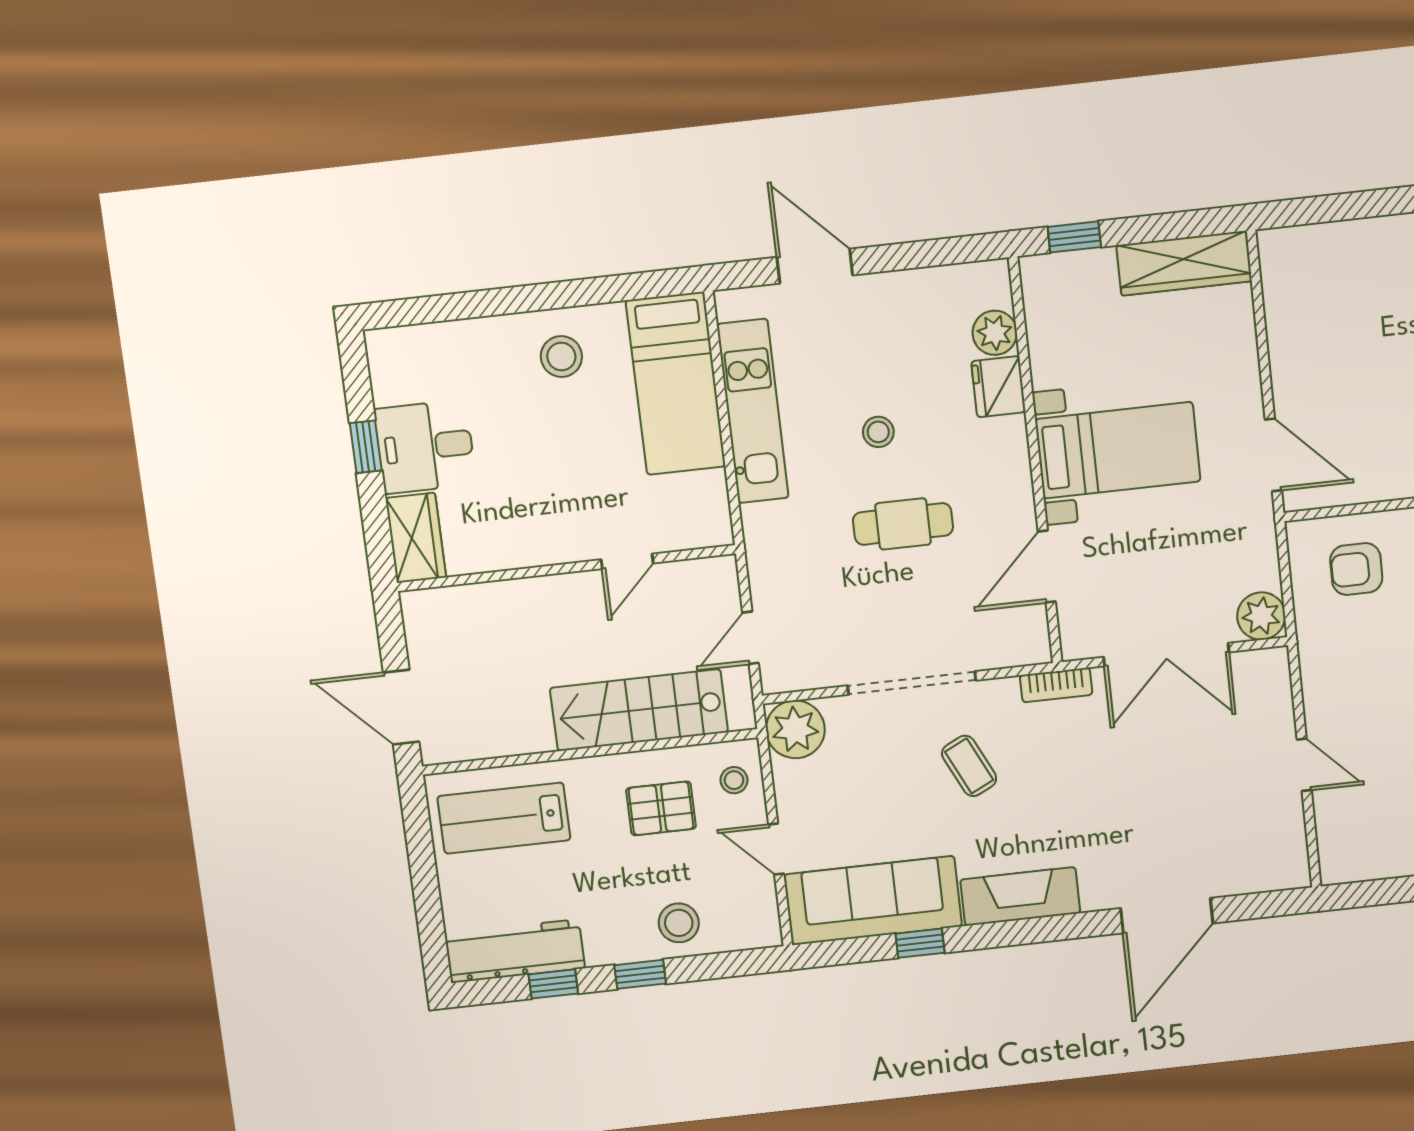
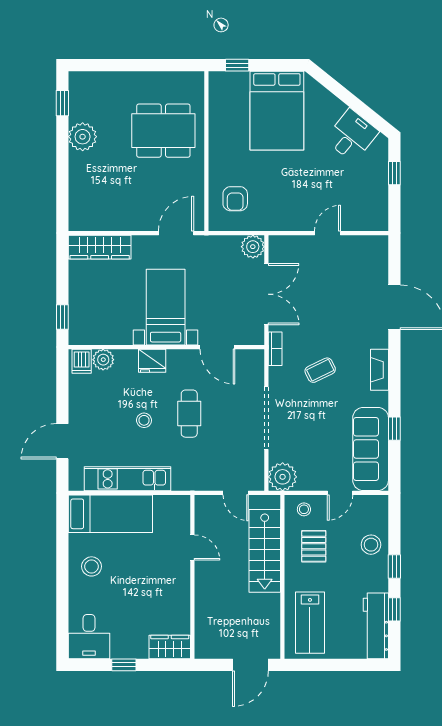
wardrobe: (1184, 263) -> (100, 247), moved, turned 90
dishwasher: (986, 288) -> (82, 361), added
fridge: (998, 387) -> (152, 361), moved
desk: (425, 447) -> (89, 637), moved
coffee table: (969, 766) -> (320, 370), moved
fireplace: (1020, 896) -> (379, 370), width x0.73, depth x0.76

